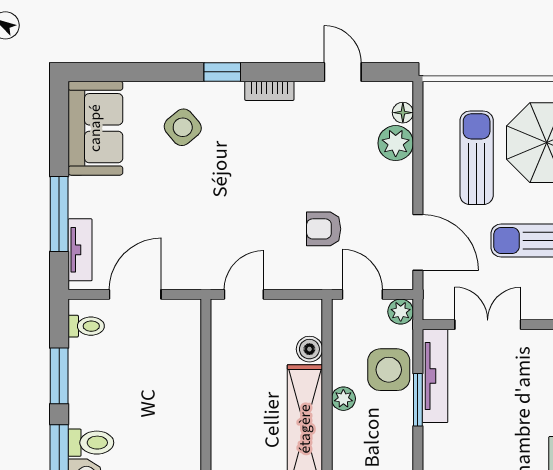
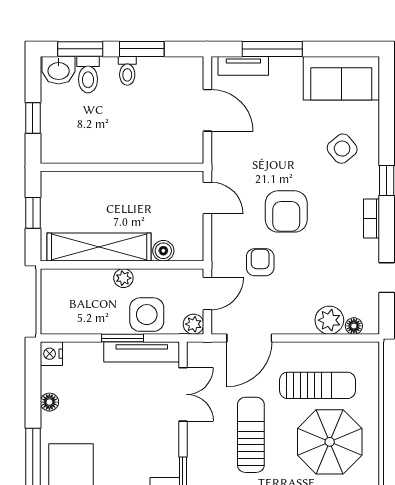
armchair: (261, 197) -> (286, 211), added
toilet: (86, 326) -> (127, 71), moved

